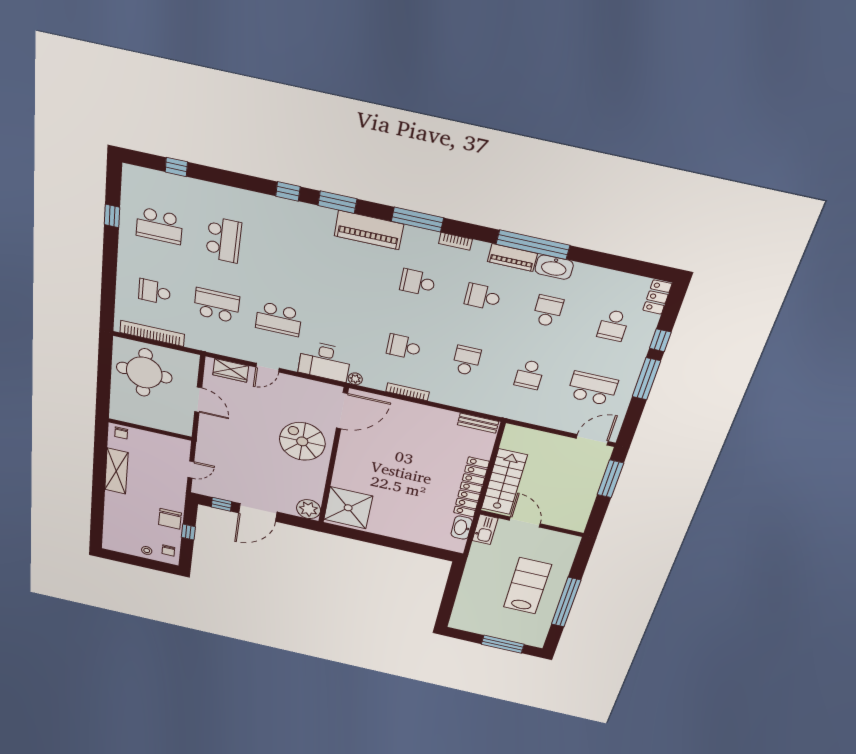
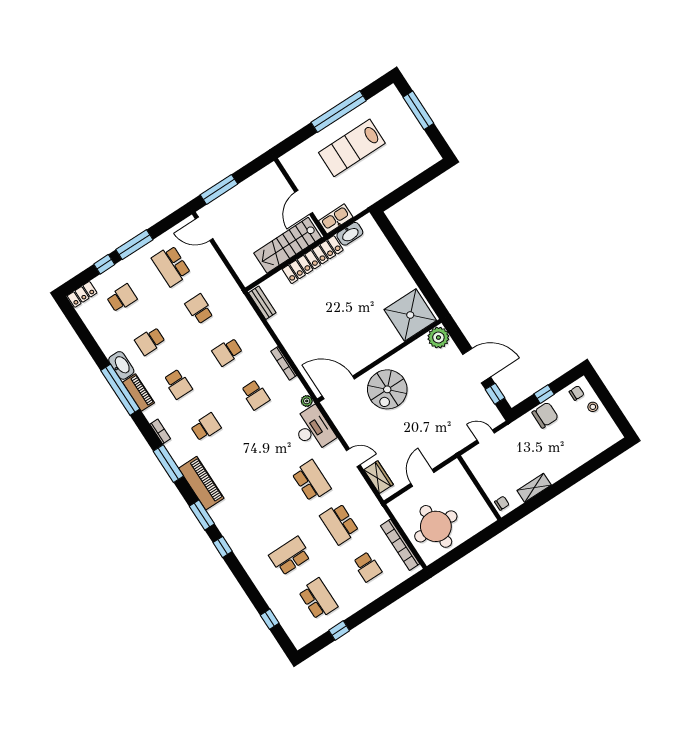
school desk: (418, 282) -> (206, 427), turned -90
school desk: (529, 375) -> (199, 309), turned -90
shelving: (116, 471) -> (534, 488), width x0.67, depth x0.75

